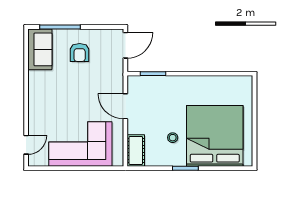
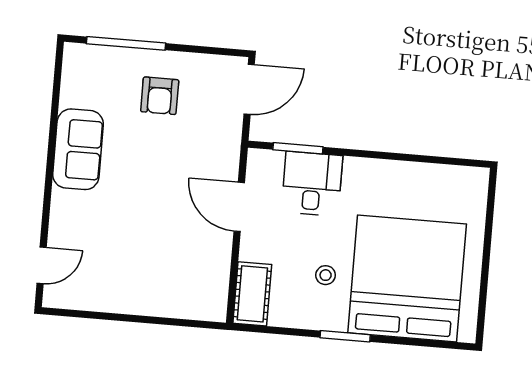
sofa: (40, 49) -> (78, 149), moved
desk: (162, 91) -> (312, 184), added
corner sofa: (80, 144) -> (146, 272), removed

